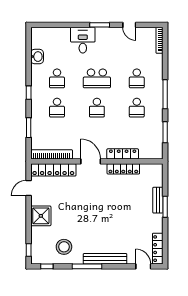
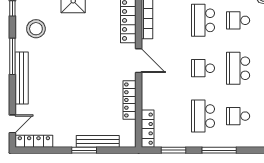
school desk: (57, 108) -> (203, 20), width x1.85
school desk: (137, 108) -> (203, 116), width x1.85
locker: (123, 154) -> (148, 129), moved
door: (91, 161) -> (139, 61), hinge flipped
bench: (158, 200) -> (98, 141), width x1.36

